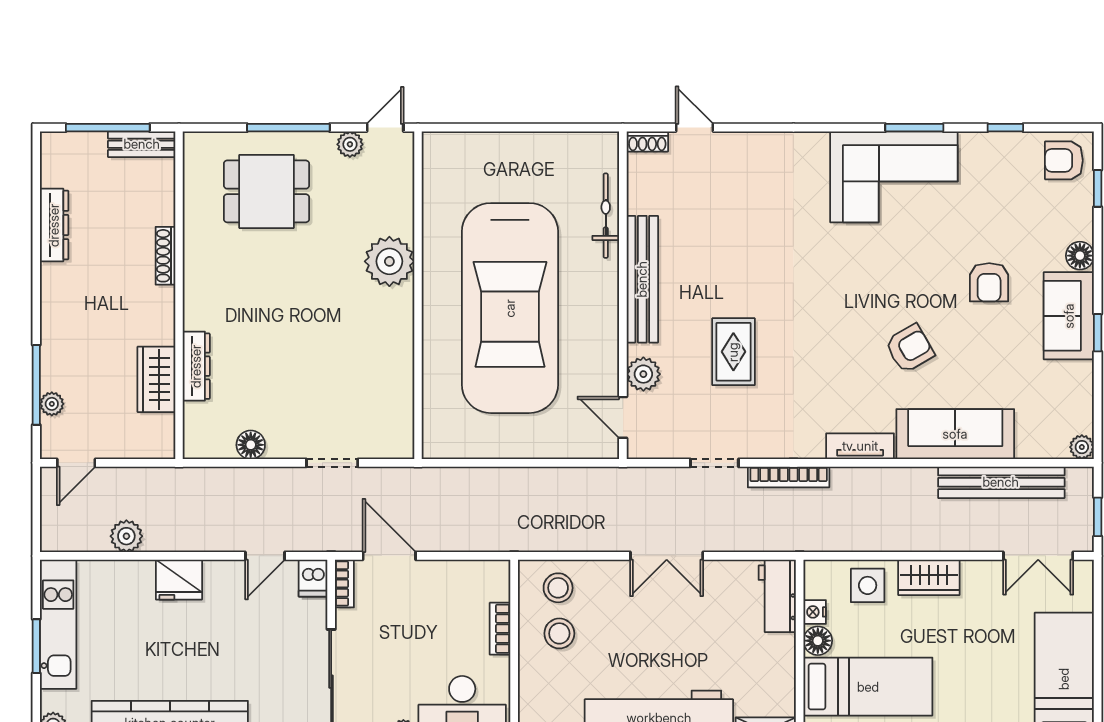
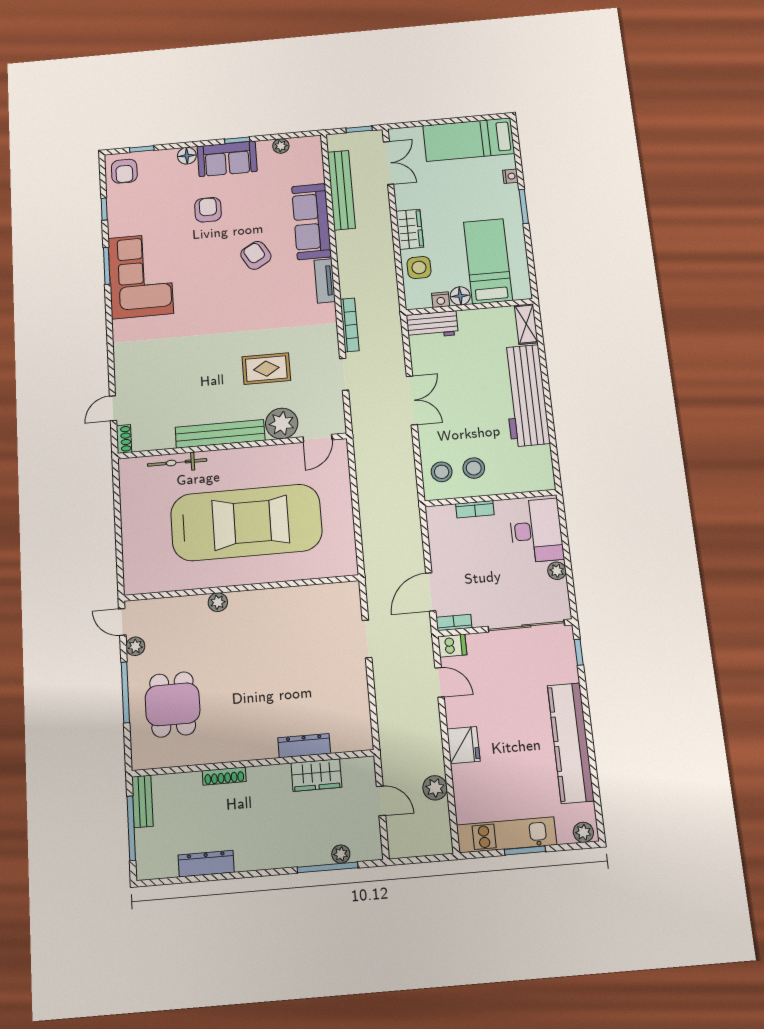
plant: (389, 261) -> (218, 602), width x0.53, depth x0.53
armchair: (989, 282) -> (208, 210), turned -90
plant: (643, 374) -> (282, 423), width x1.36, depth x1.36
floor lamp: (251, 445) -> (359, 700), removed
plant: (1082, 447) -> (281, 146), moved
door: (76, 463) -> (381, 801), moved

